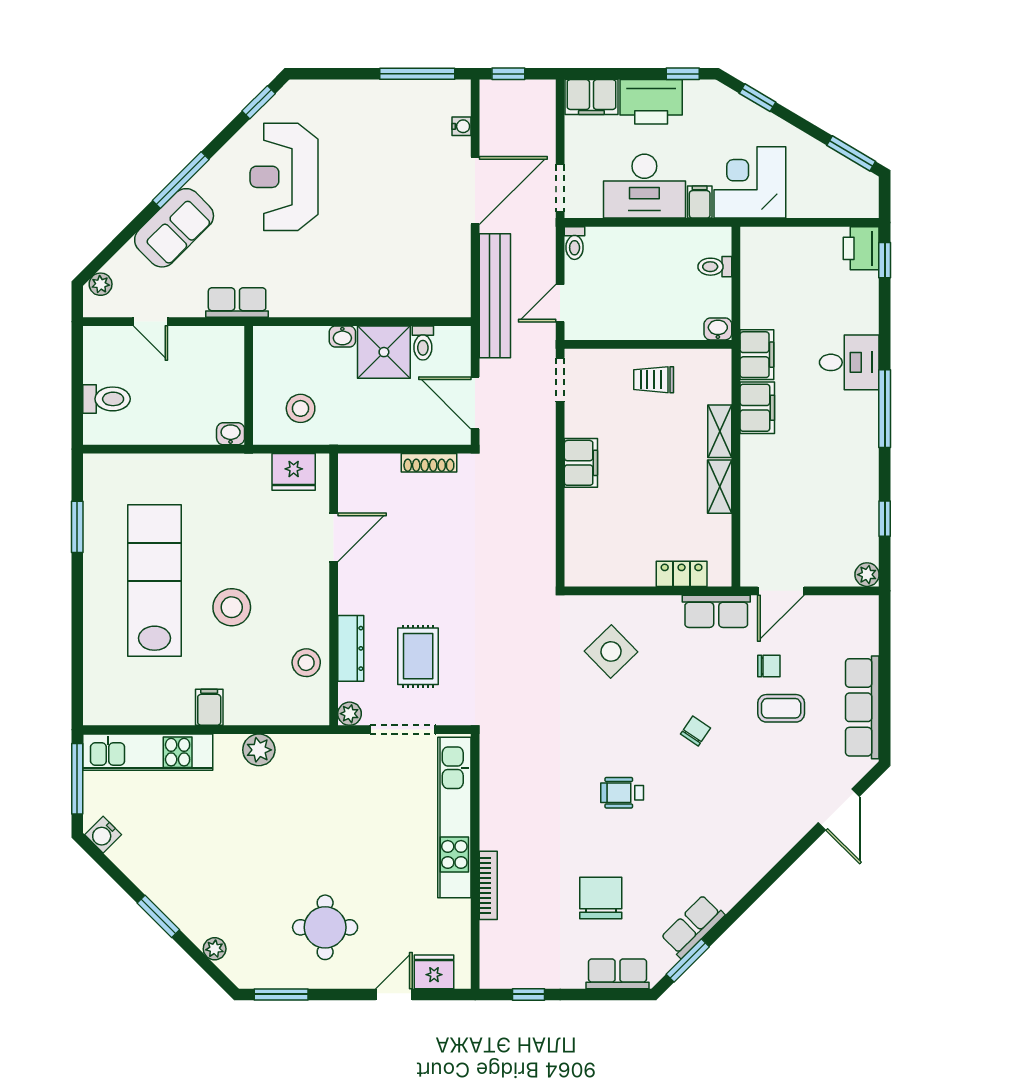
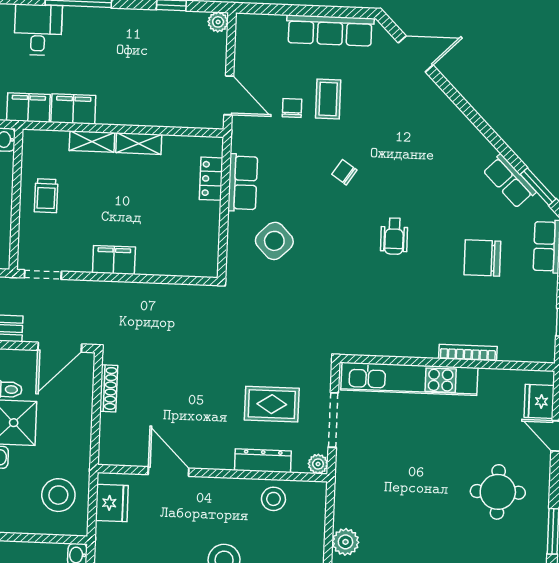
stool: (301, 408) -> (58, 495), width x1.38, depth x1.38
row of seats: (716, 611) -> (243, 183), moved

